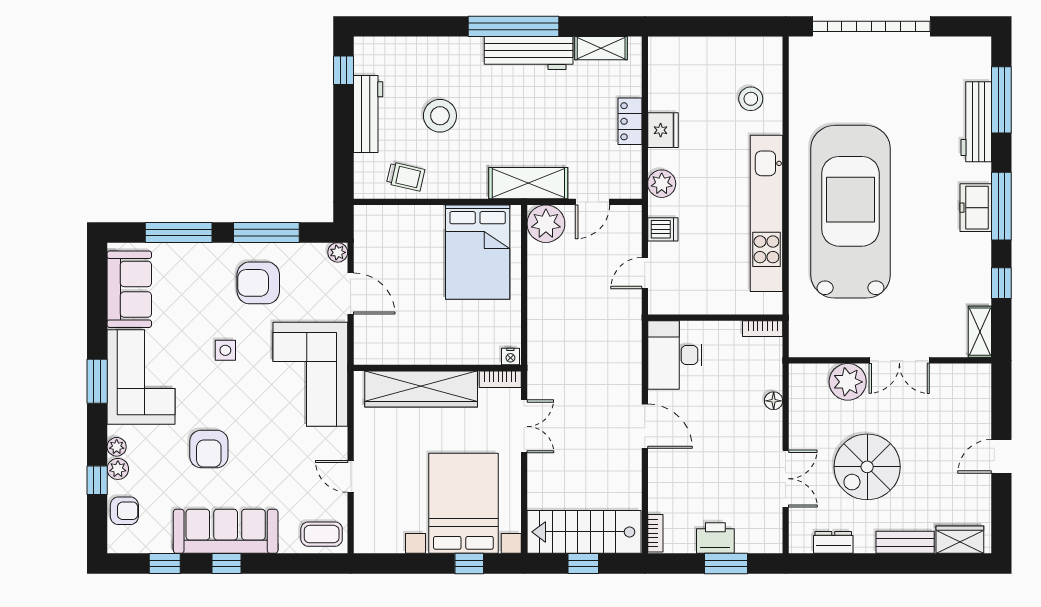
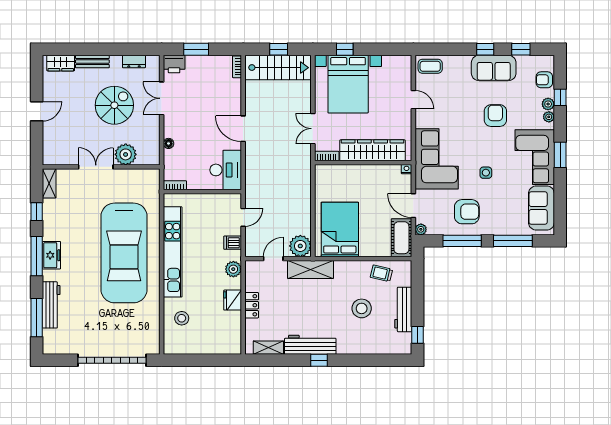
window: (514, 26) -> (319, 360), width x0.32
cot: (371, 238) -> (401, 238), added
nightstand: (510, 356) -> (407, 169), moved
sofa: (226, 531) -> (494, 68), width x0.73
printer: (715, 538) -> (174, 64), moved

